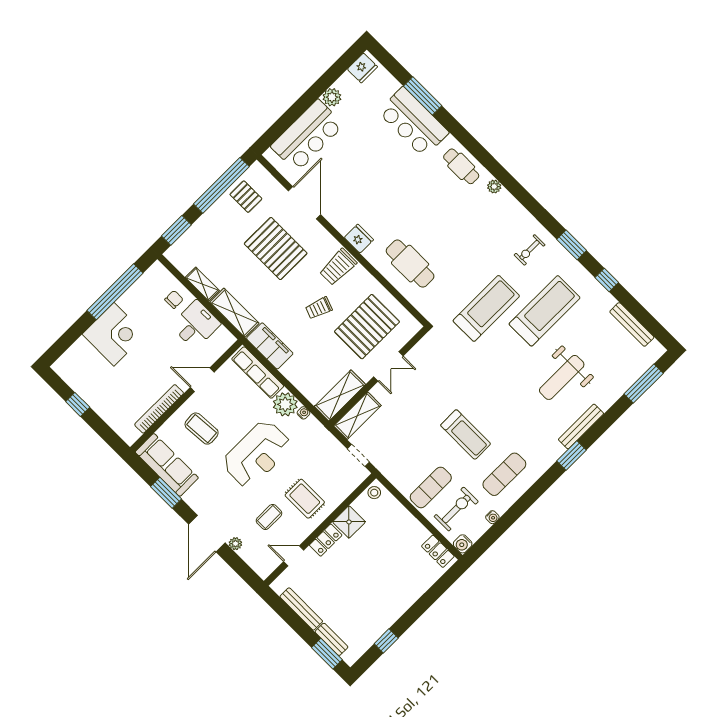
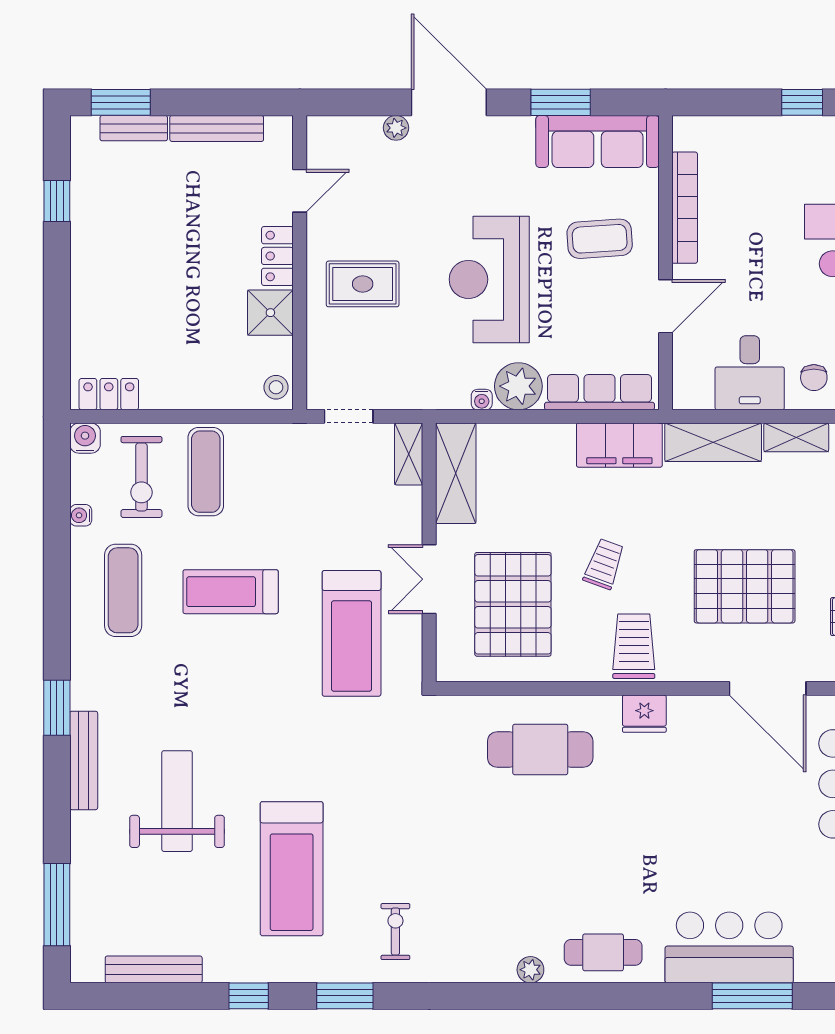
treadmill: (486, 308) -> (352, 633), moved
shelving: (357, 416) -> (409, 454), width x0.67, depth x0.75
coffee table: (269, 517) -> (386, 210), removed

